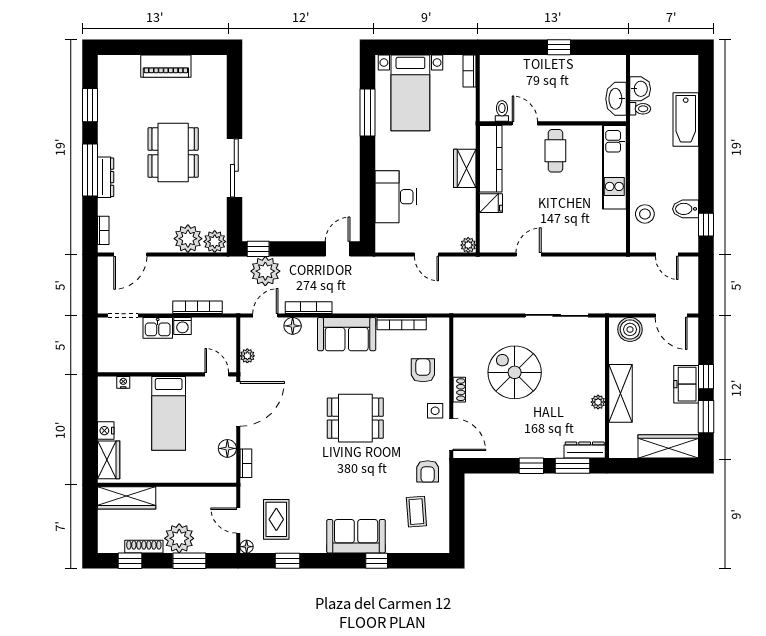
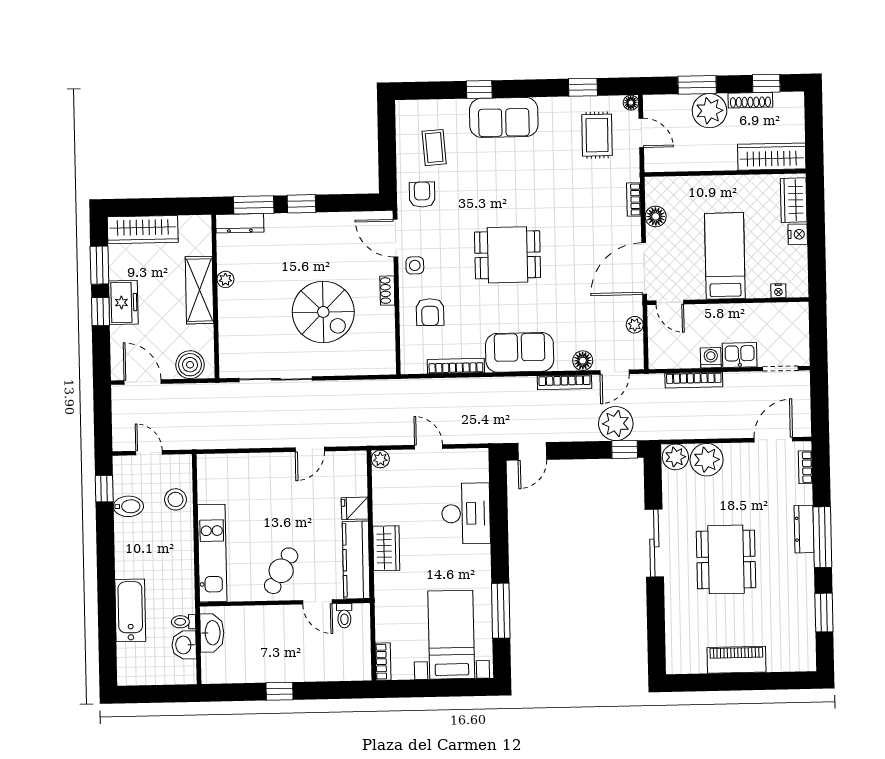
cafe table: (555, 151) -> (281, 571), turned 30

